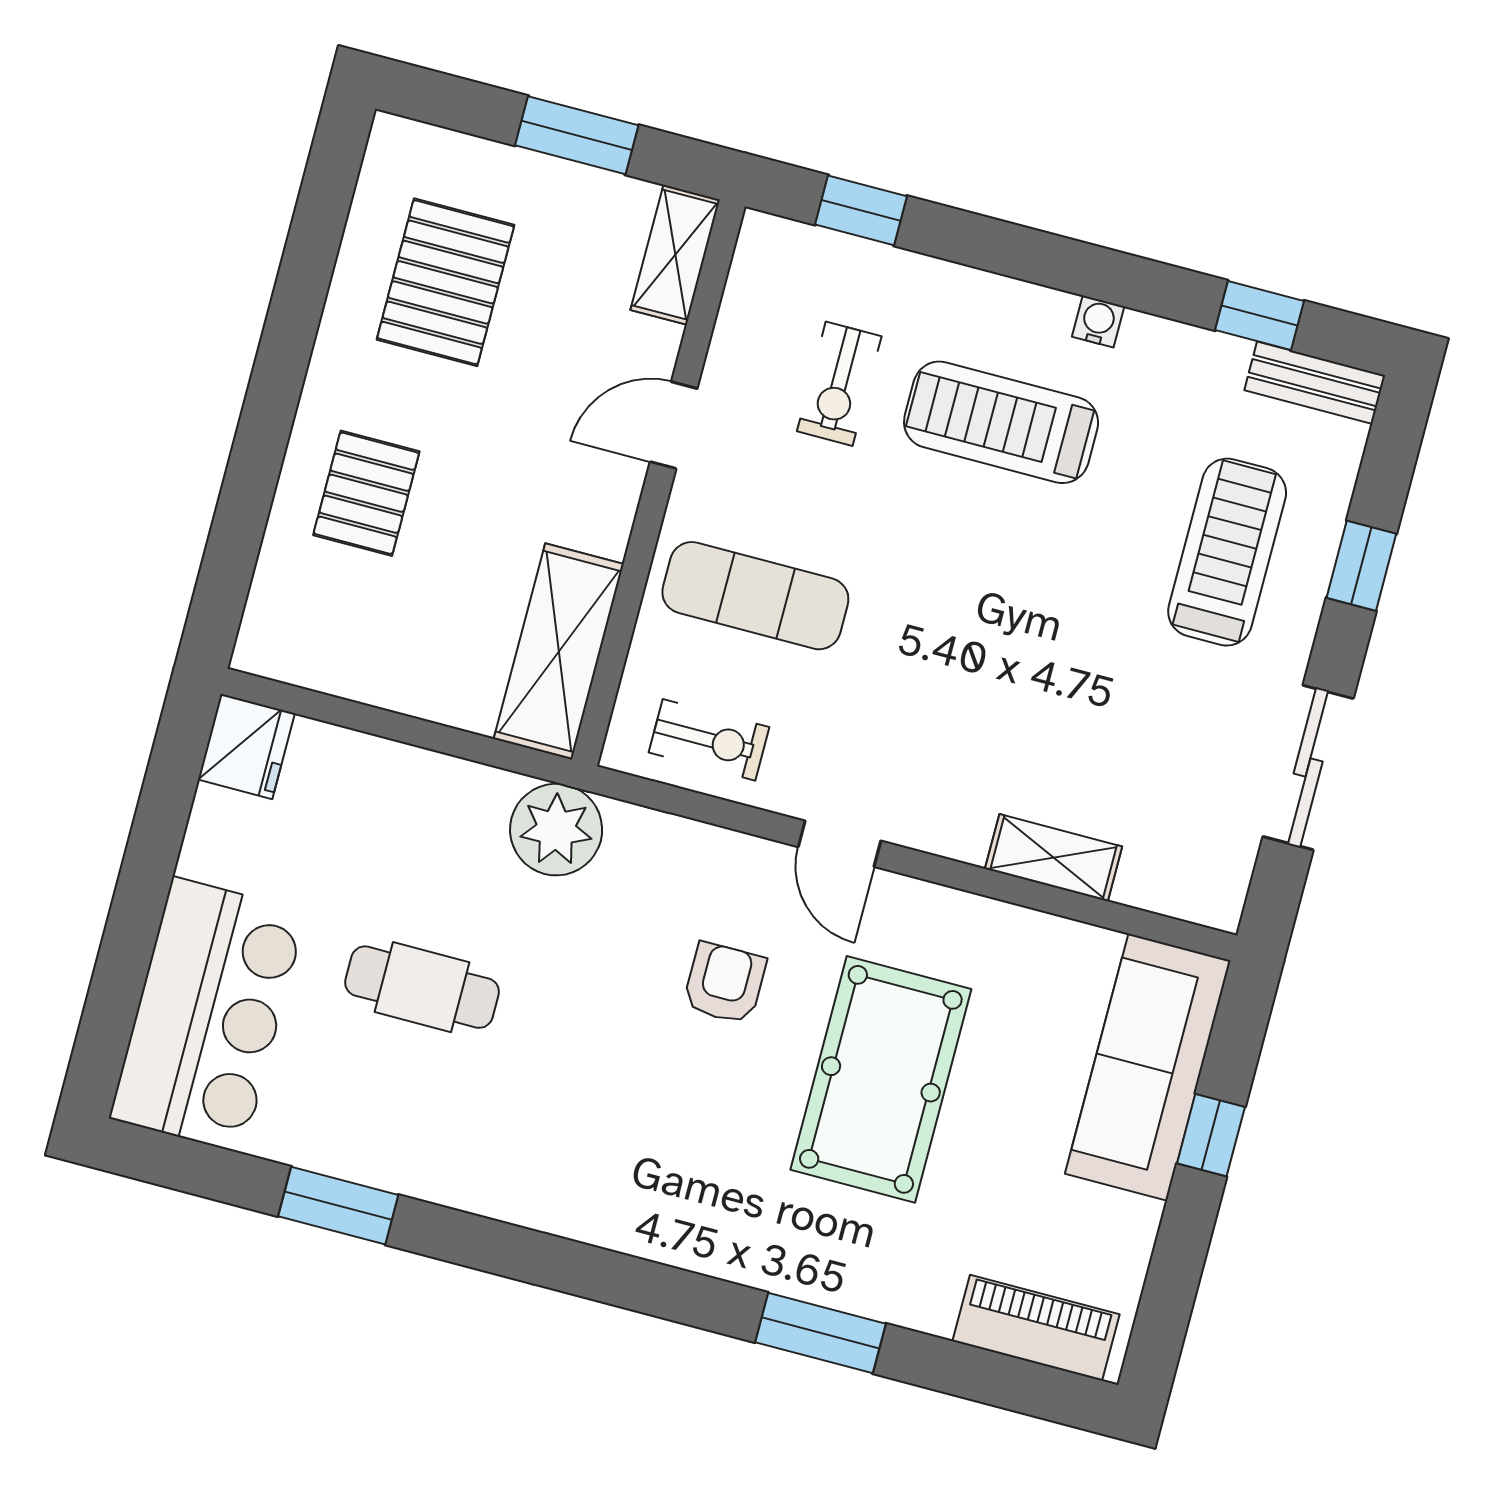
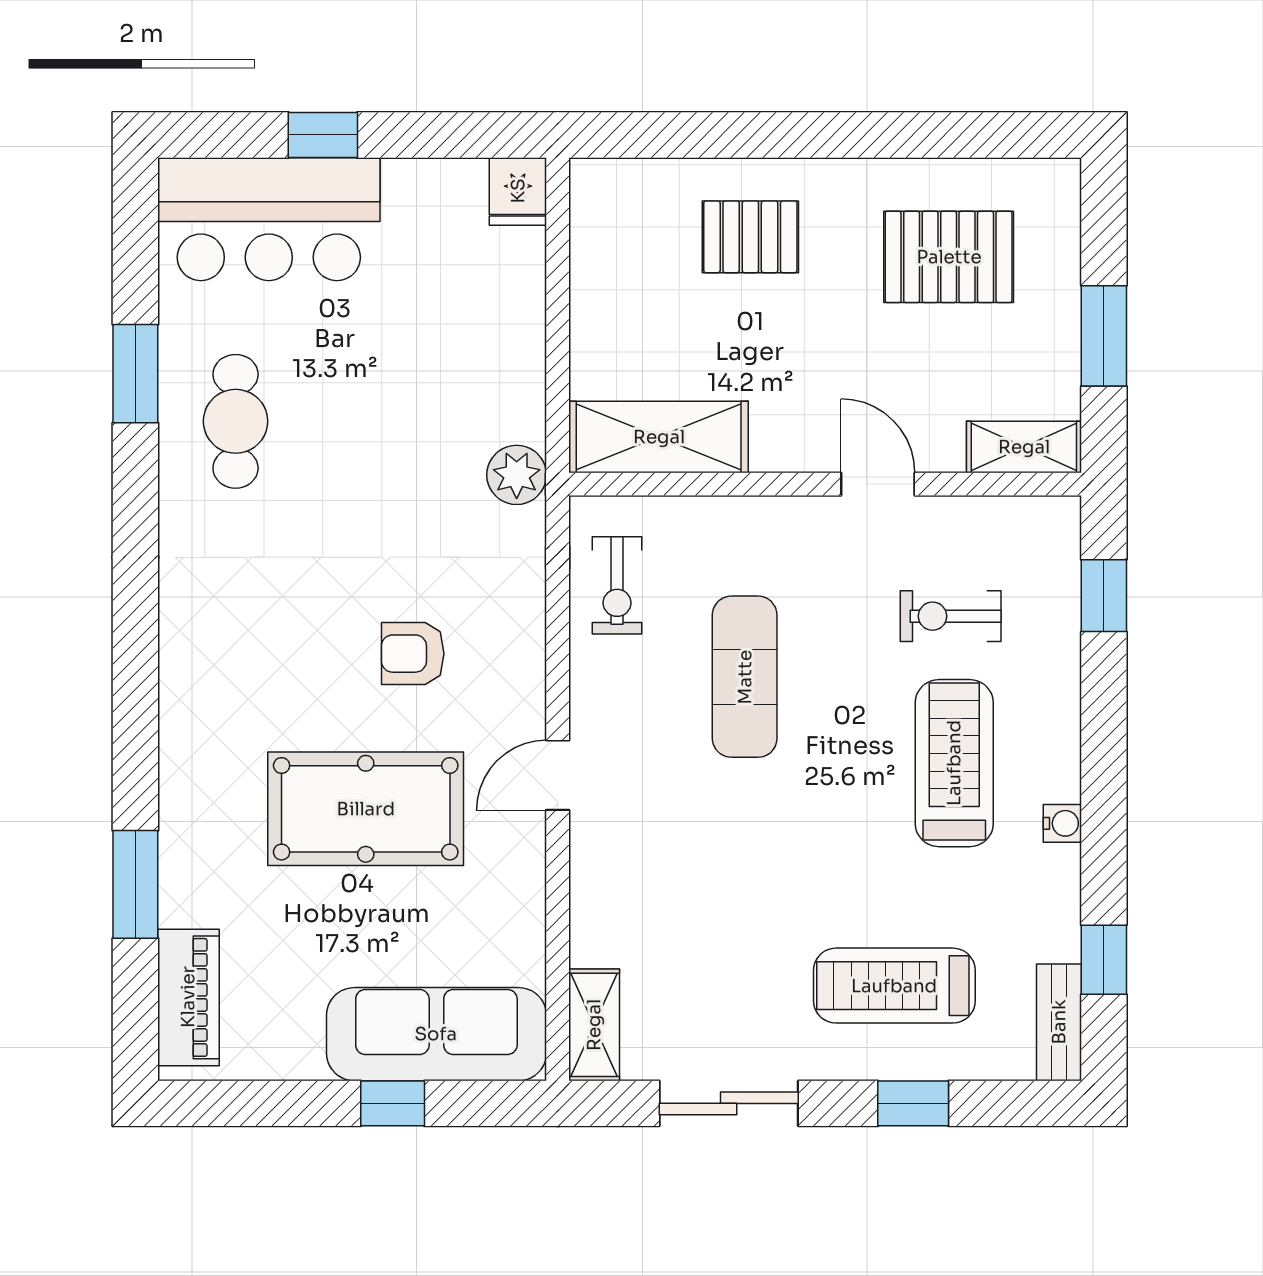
treadmill: (1227, 552) -> (894, 986), turned 180
exercise mat: (755, 596) -> (745, 677), moved
fridge: (246, 746) -> (518, 191), width x0.72
plant: (556, 830) -> (517, 475), width x0.73, depth x0.73
door: (839, 844) -> (558, 775), moved
shelving: (1054, 858) -> (594, 1025), moved
window: (131, 931) -> (323, 135), added
armchair: (725, 983) -> (413, 654), turned 180
cafe table: (422, 987) -> (236, 421), moved
window: (820, 1333) -> (135, 884), moved

